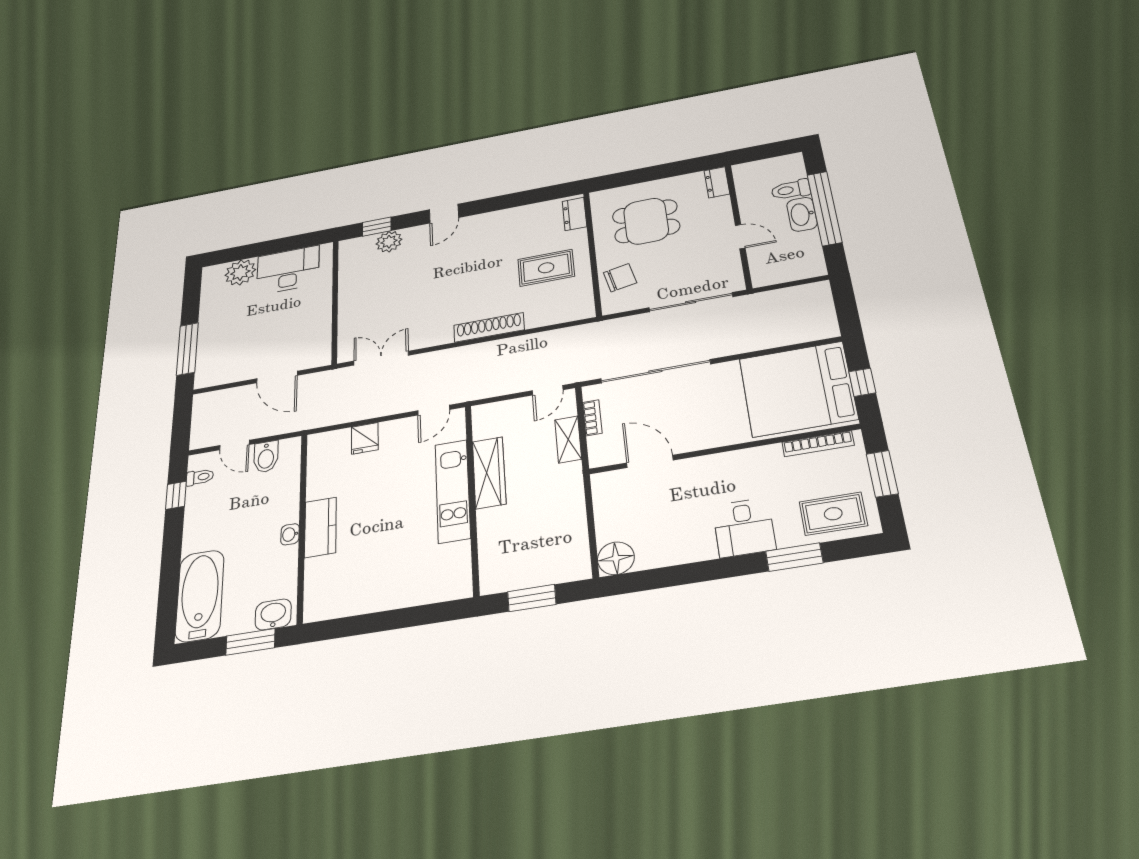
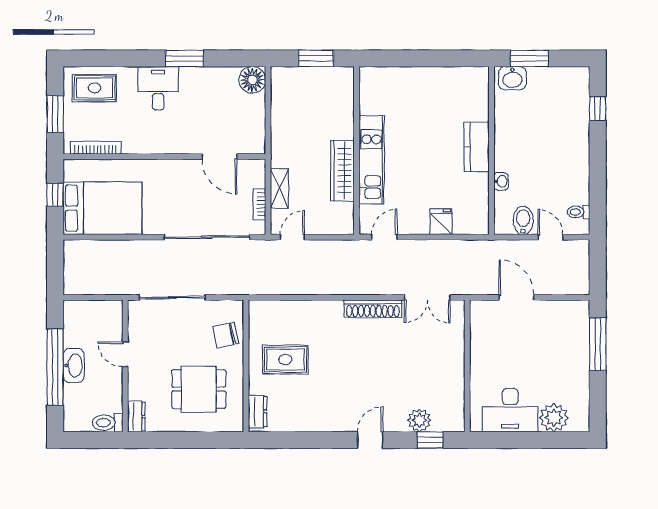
toilet: (791, 190) -> (108, 423), moved, turned 180
shoe rack: (489, 327) -> (373, 309), moved
bed: (798, 389) -> (102, 208), width x0.73
window: (176, 495) -> (598, 109), moved
washbasin: (290, 534) -> (501, 181), moved
window: (794, 557) -> (185, 58), moved
bathtub: (200, 596) -> (572, 104), removed

